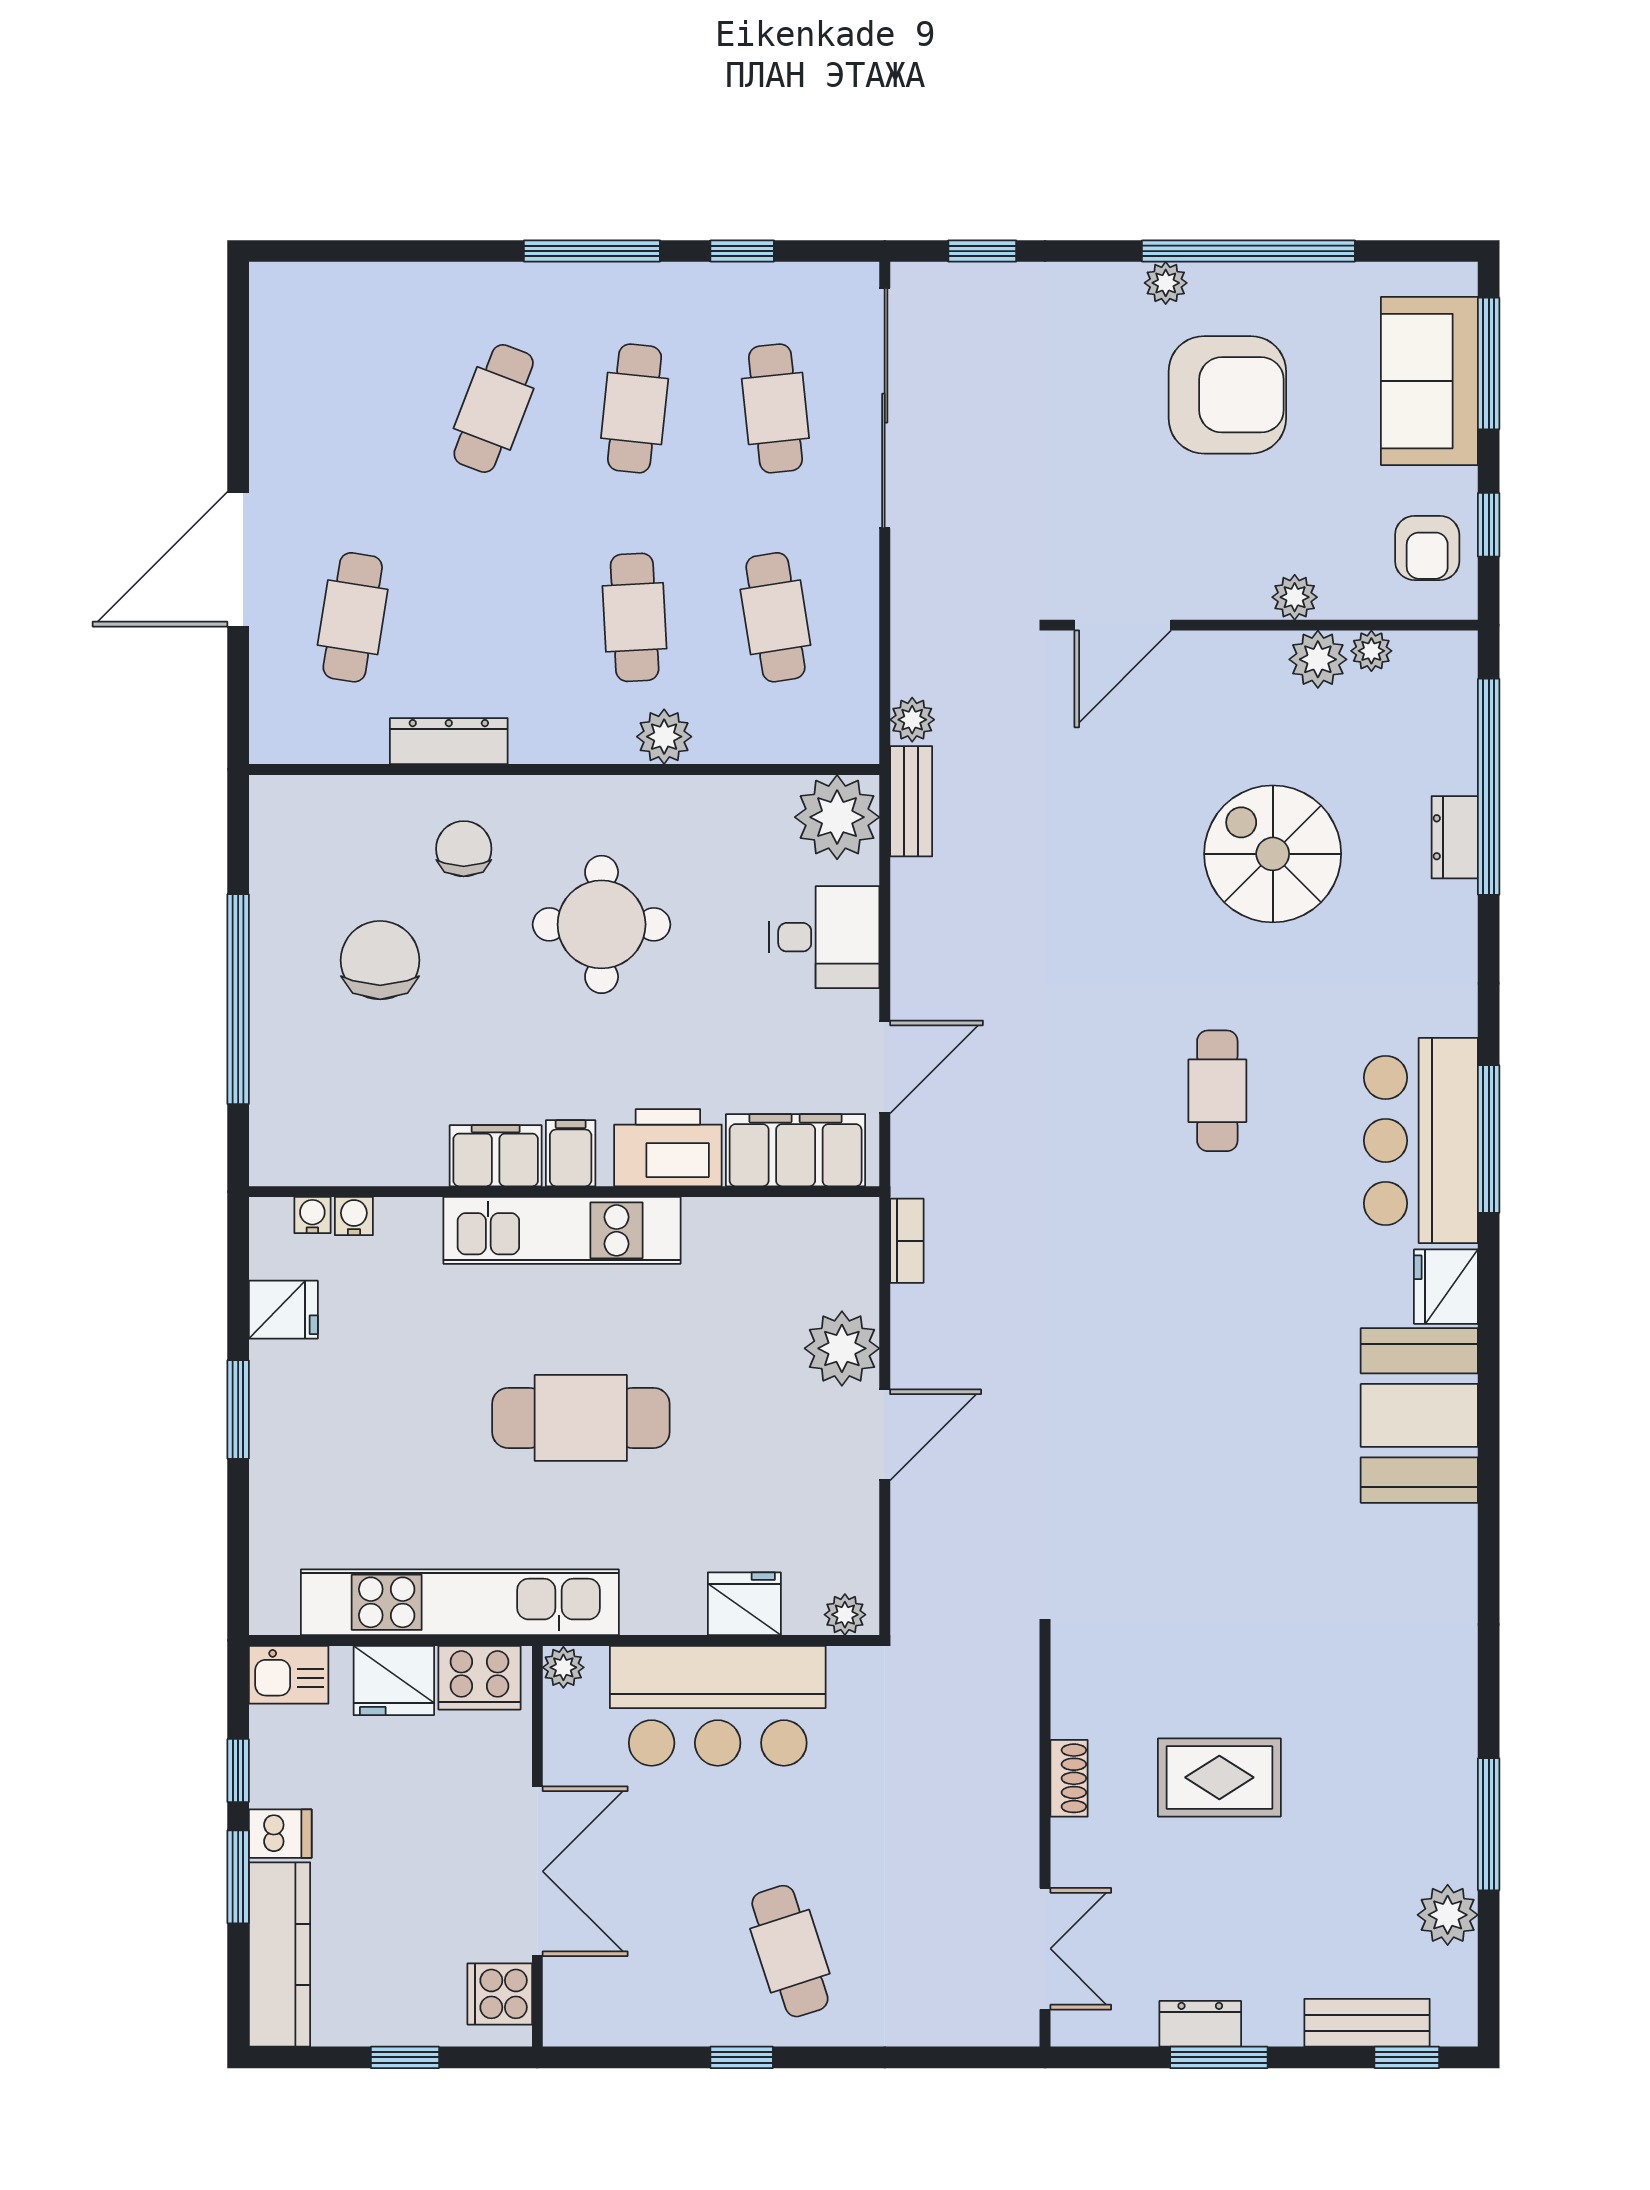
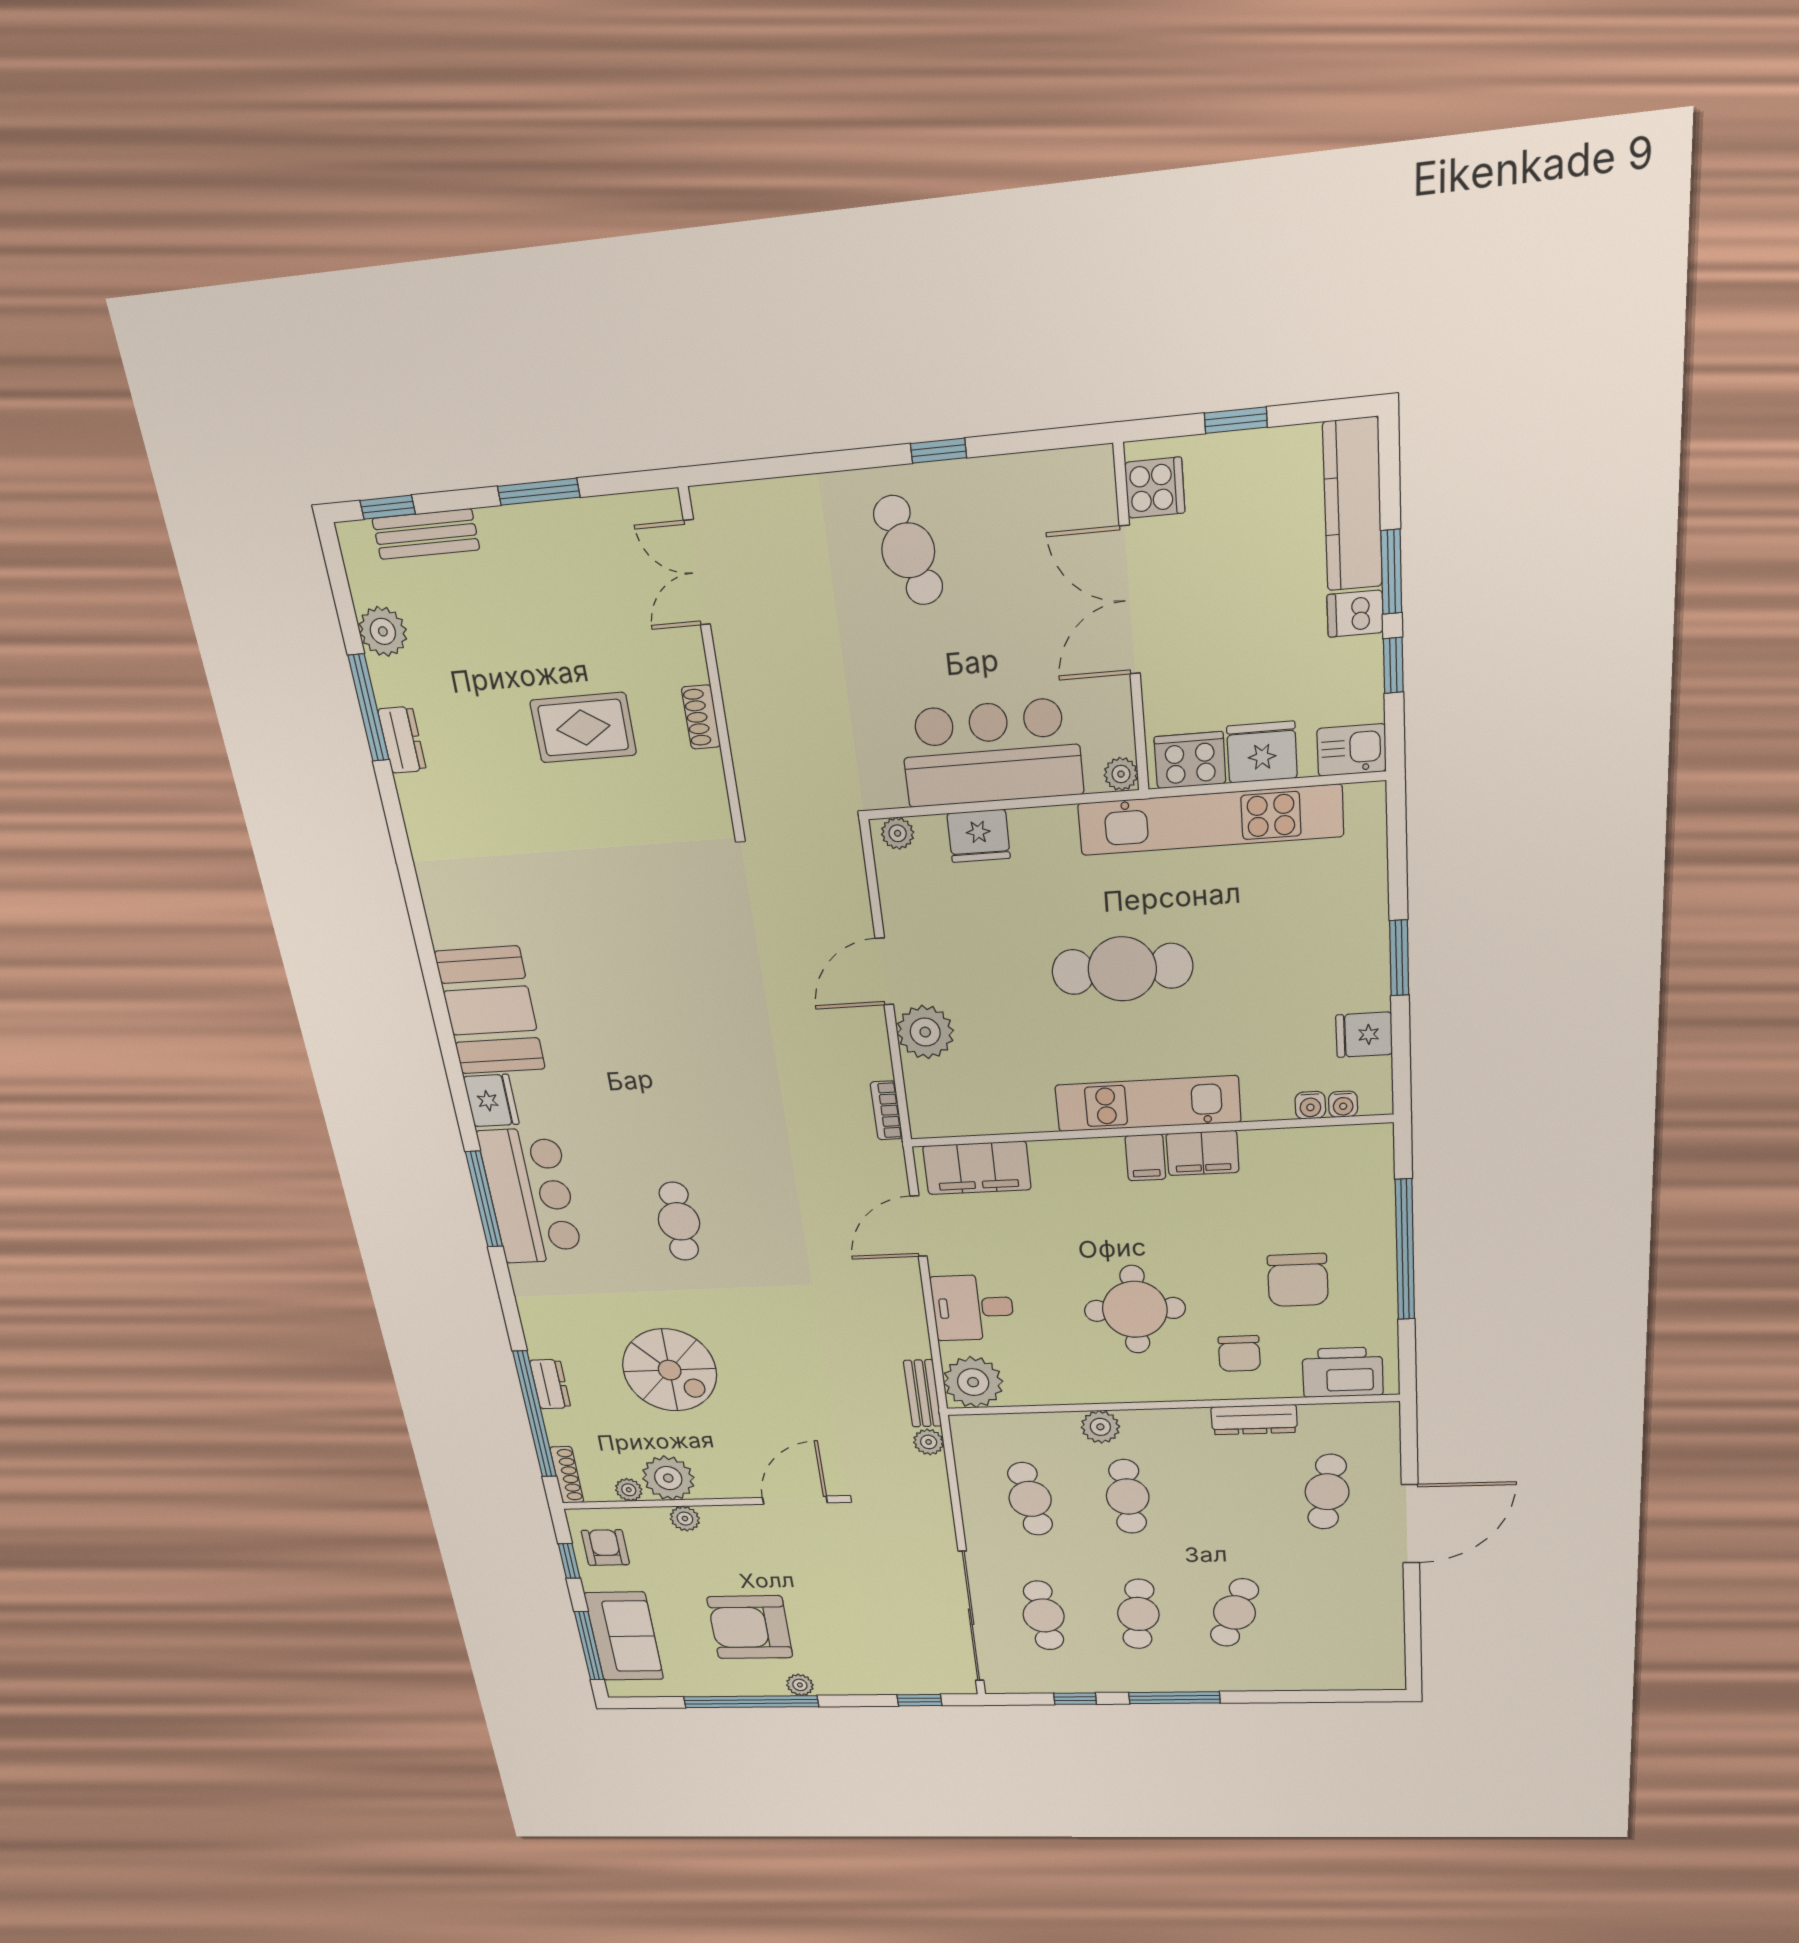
plant: (1318, 659) -> (668, 1478), width x1.36, depth x1.36
shoe rack: (1461, 680) -> (567, 1475), added
printer: (668, 1148) -> (1343, 1372), moved, turned 180
dresser: (1200, 2024) -> (402, 740), moved, turned -90

